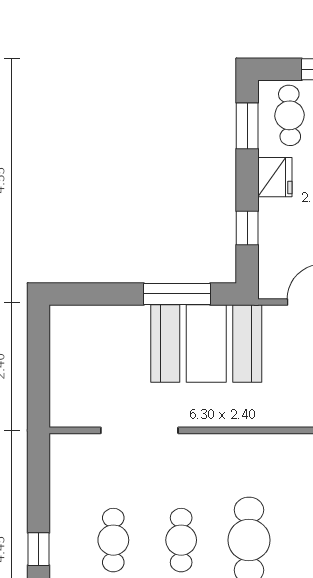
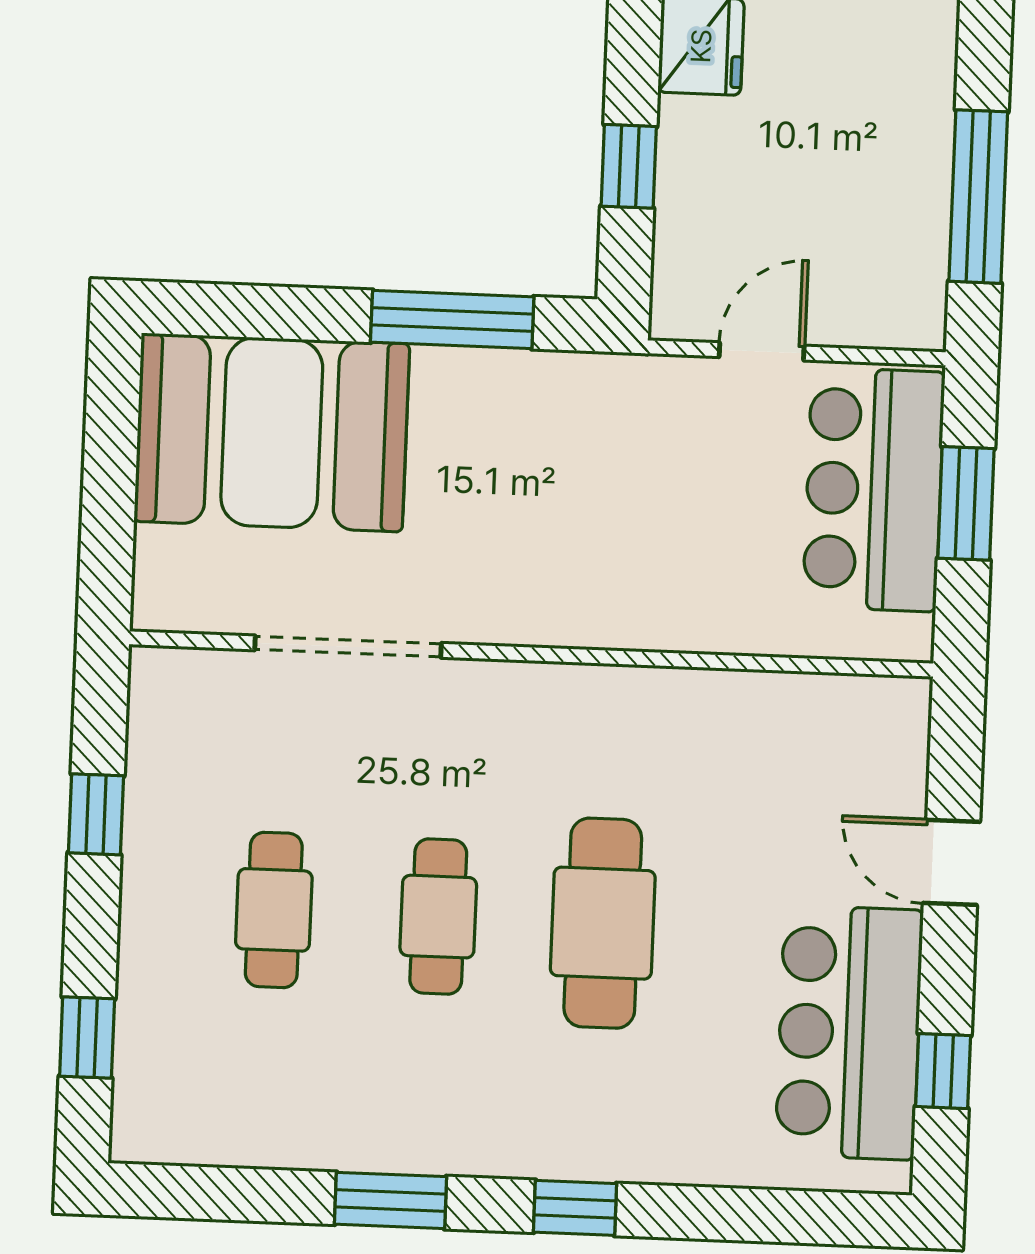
booth: (206, 344) -> (272, 433), moved
window: (39, 549) -> (96, 814), moved

